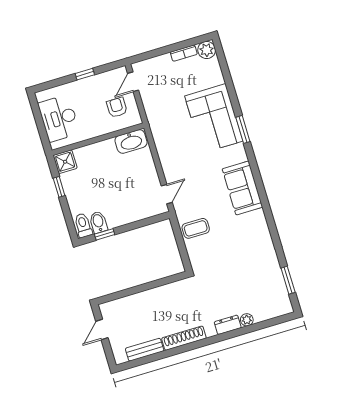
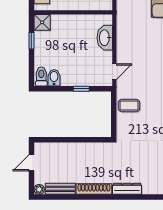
washbasin: (131, 141) -> (105, 38), moved, turned 90
window: (105, 234) -> (81, 89), moved
plant: (247, 320) -> (39, 189), moved
dresser: (228, 325) -> (127, 189), width x1.44

